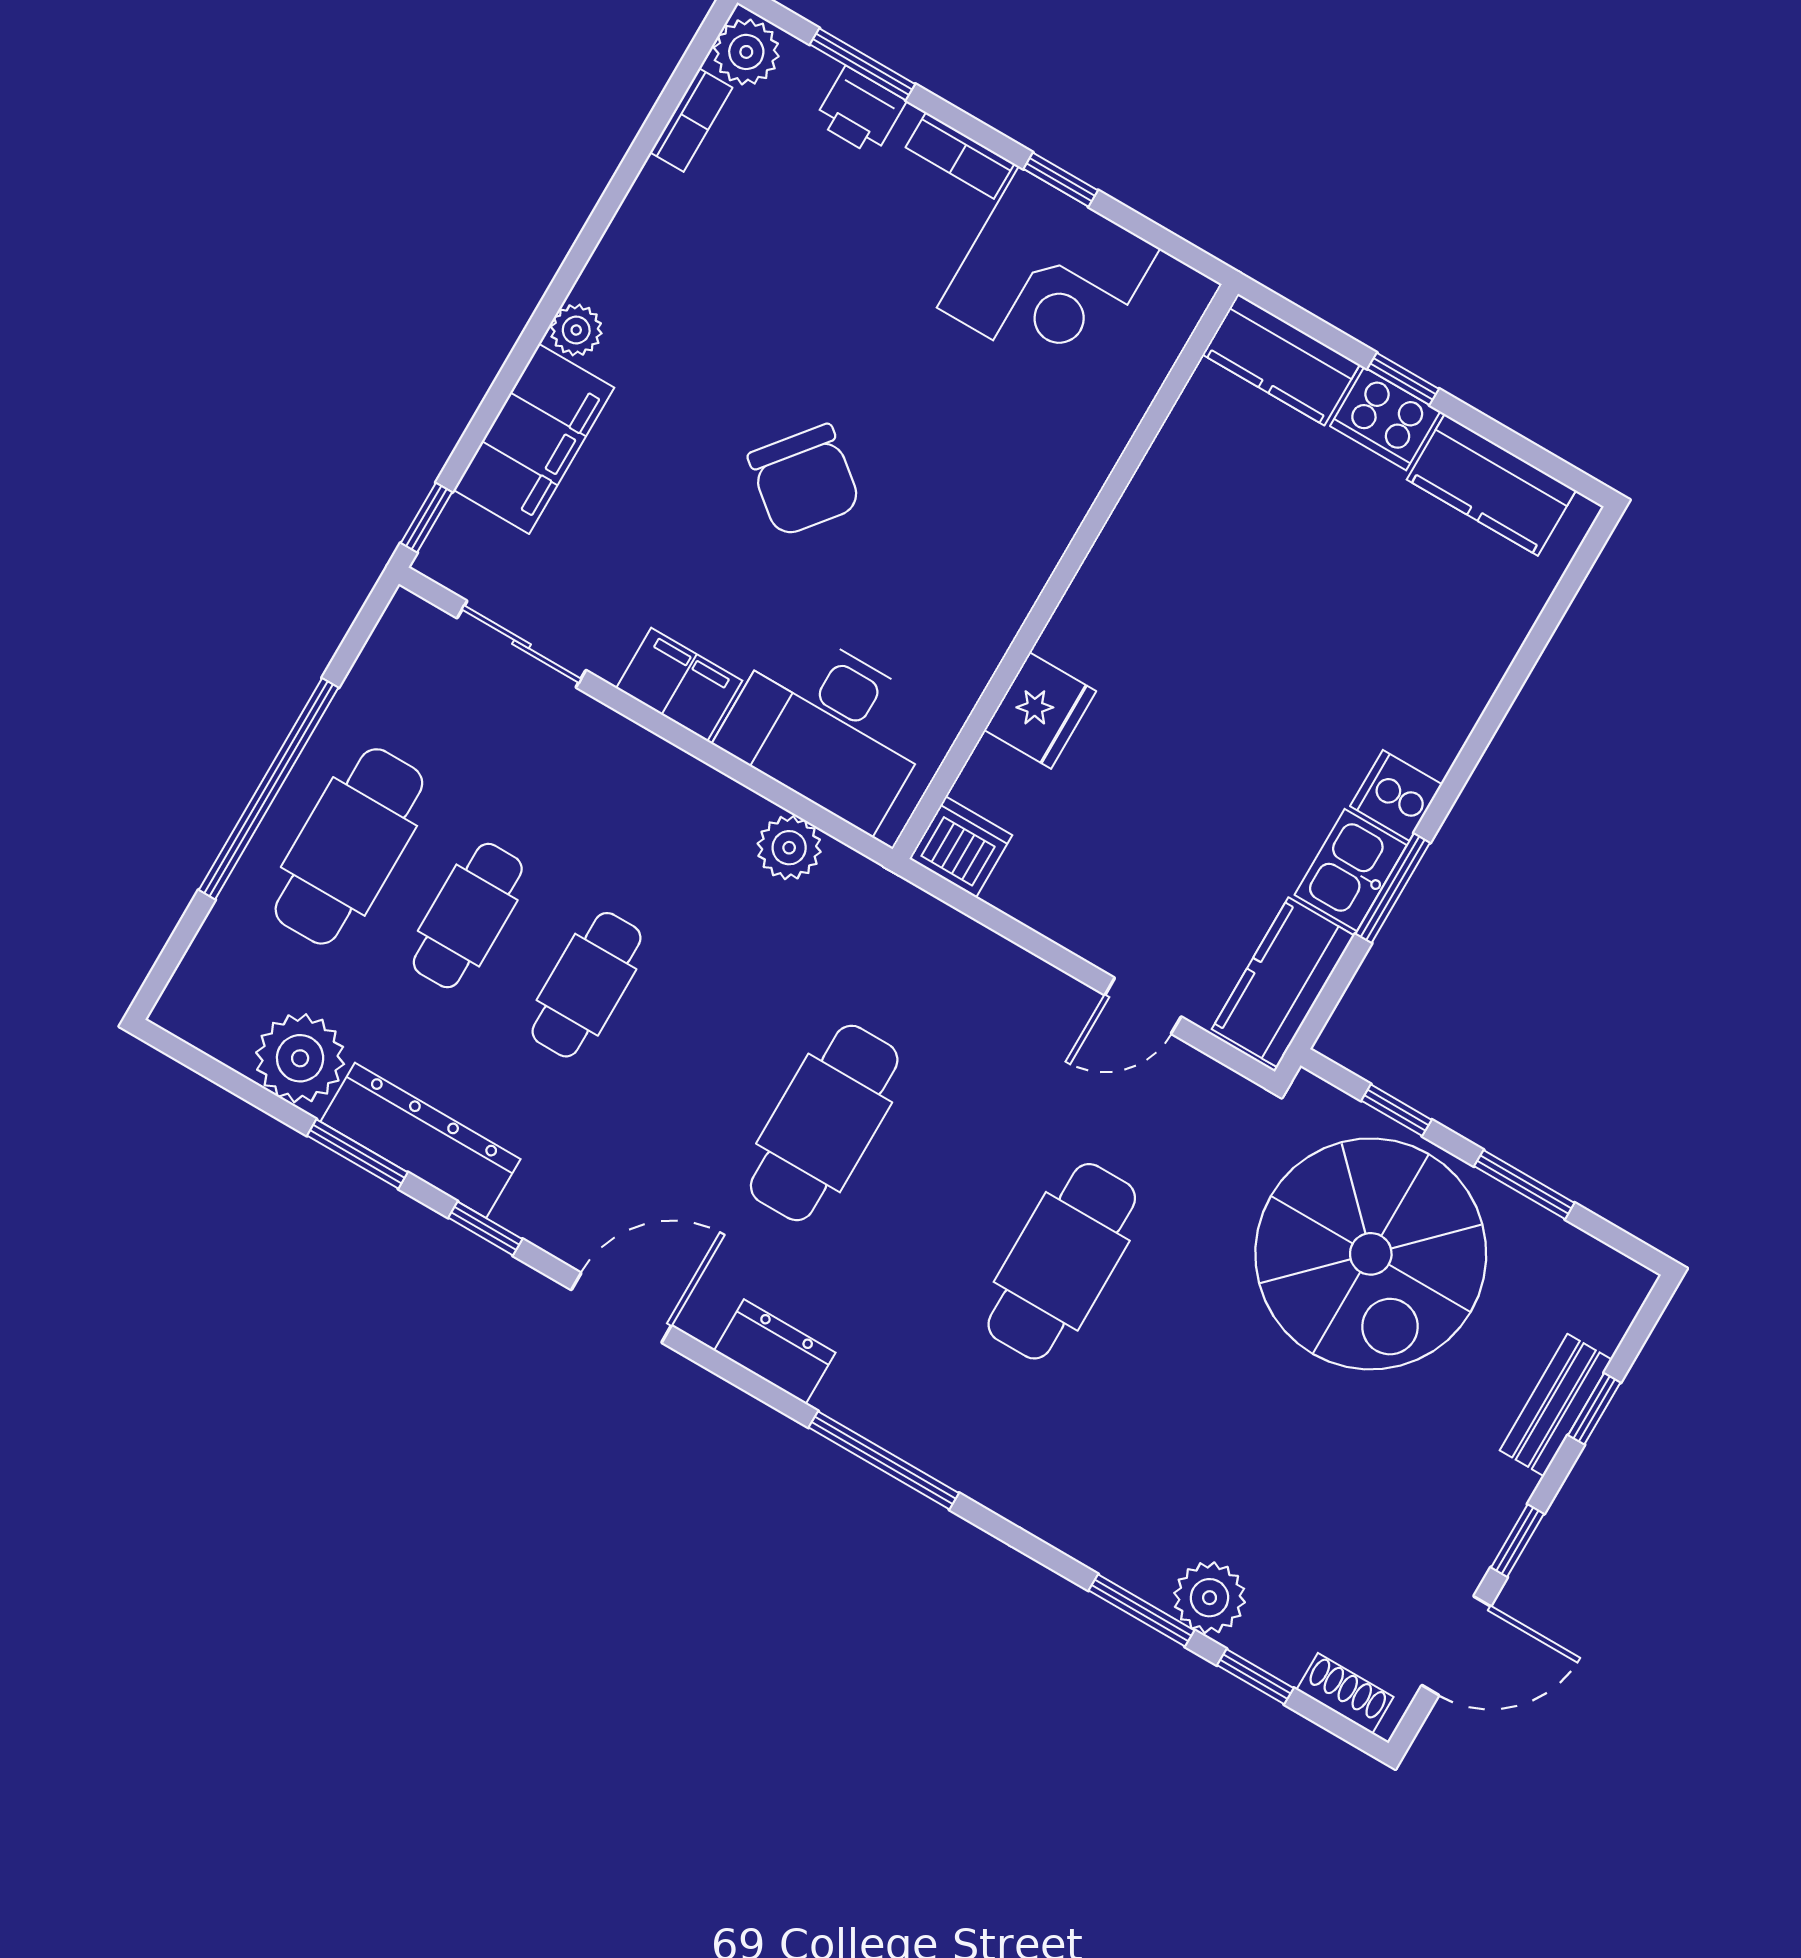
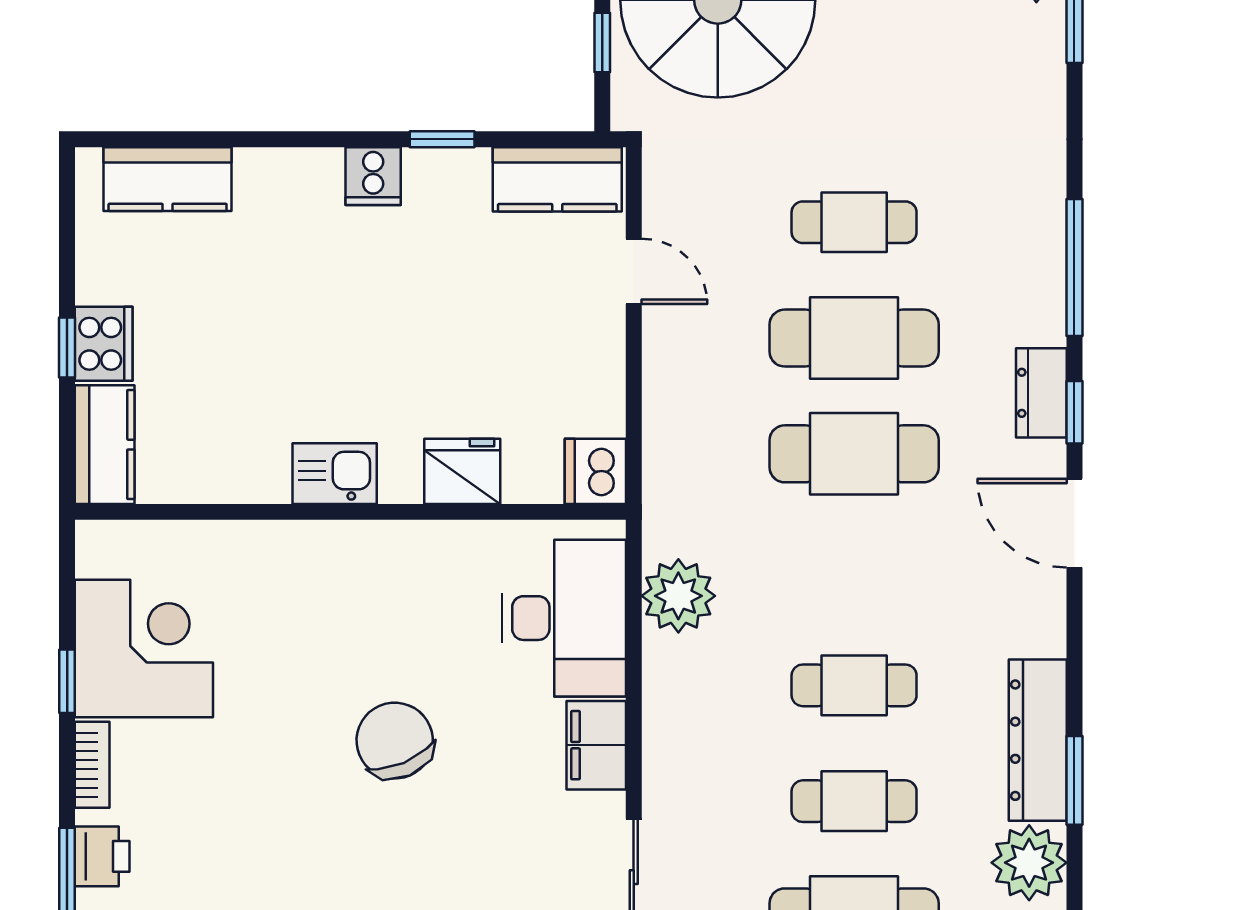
chair: (804, 480) -> (395, 741), turned -62
kitchen counter: (1491, 485) -> (168, 179), moved, turned 90
plant: (789, 848) -> (678, 596), width x1.36, depth x1.36
kitchen sink: (1351, 870) -> (335, 474), moved, turned 180
window: (1393, 888) -> (442, 139), width x0.67
cafe table: (943, 1192) -> (854, 338), added
window: (485, 1228) -> (1074, 412), moved
cafe table: (1062, 1261) -> (854, 222), width x0.73, depth x0.74

